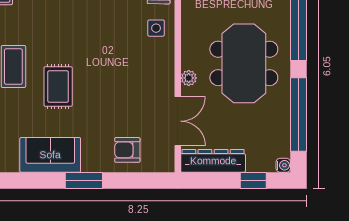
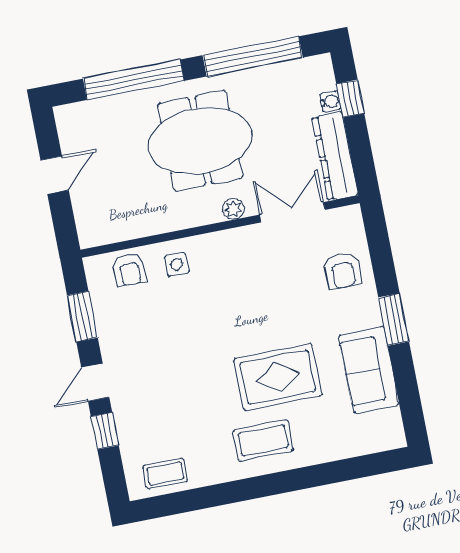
rug: (58, 87) -> (278, 377), width x1.36, depth x1.43
water cooler: (283, 165) -> (330, 102), moved, turned 90

